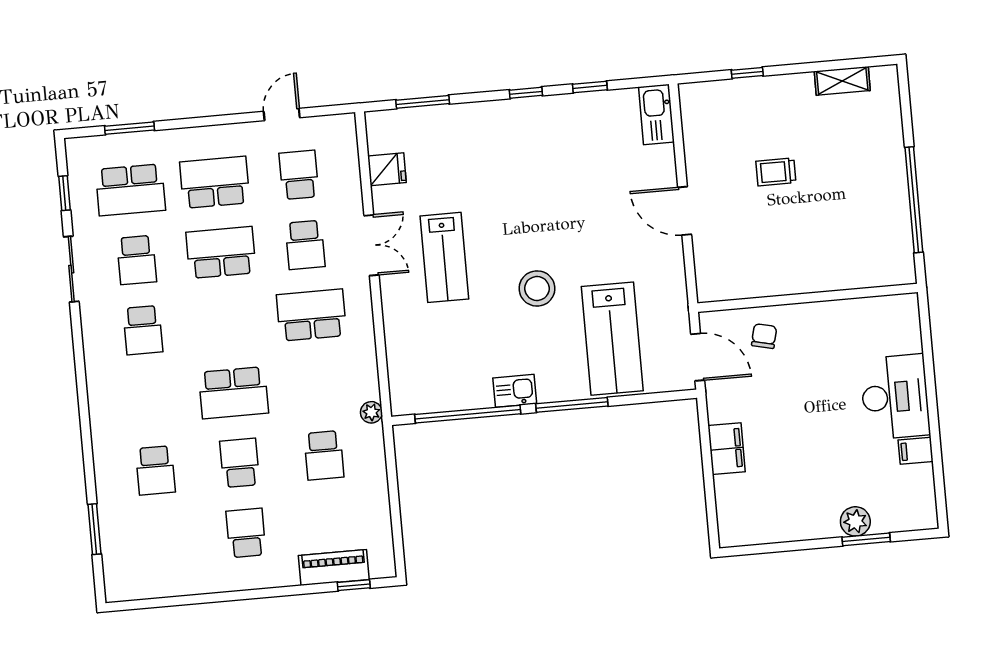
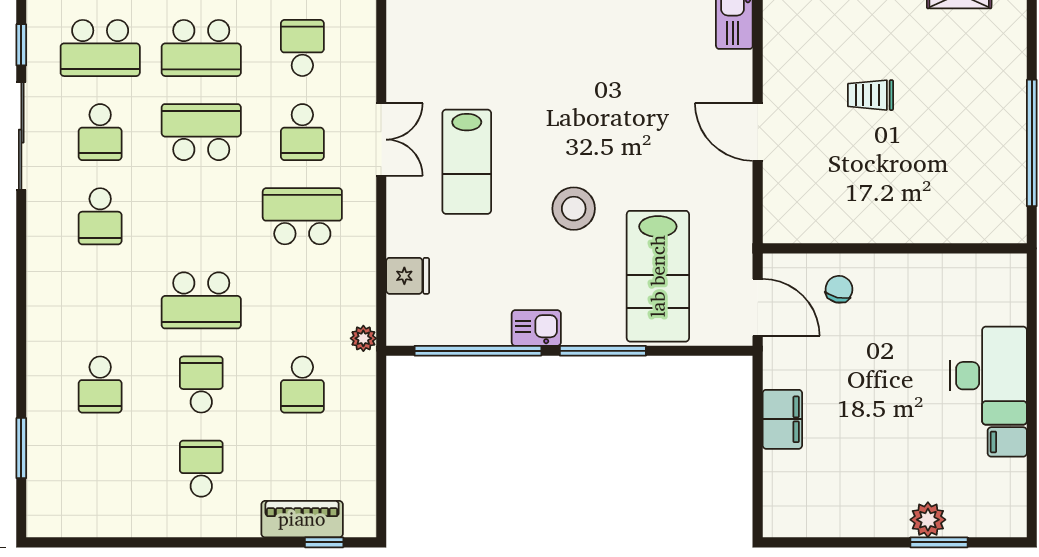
fridge: (387, 169) -> (408, 276), moved
school desk: (215, 182) -> (201, 48), turned 180
sliding door: (71, 269) -> (21, 136), width x1.37

